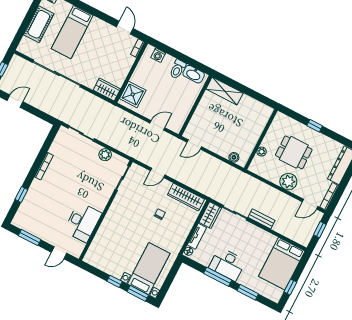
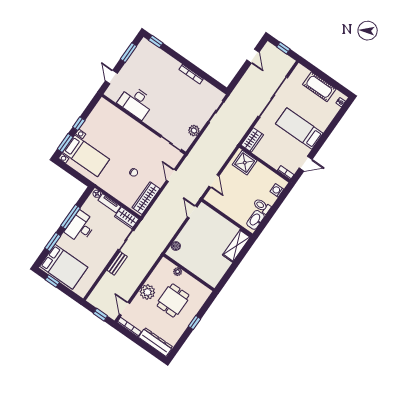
bed: (72, 32) -> (299, 129), moved
window: (21, 195) -> (156, 42), moved
bed: (282, 264) -> (64, 267), moved, turned 180

